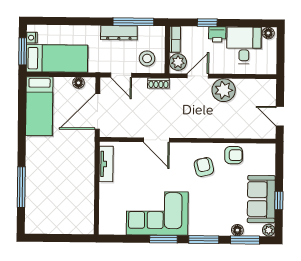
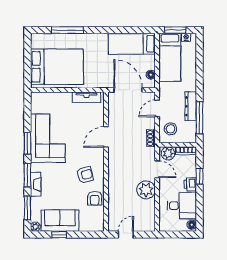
bed: (67, 201) -> (57, 67), added
fireplace: (215, 229) -> (36, 184), added
floor lamp: (237, 230) -> (35, 202), removed

